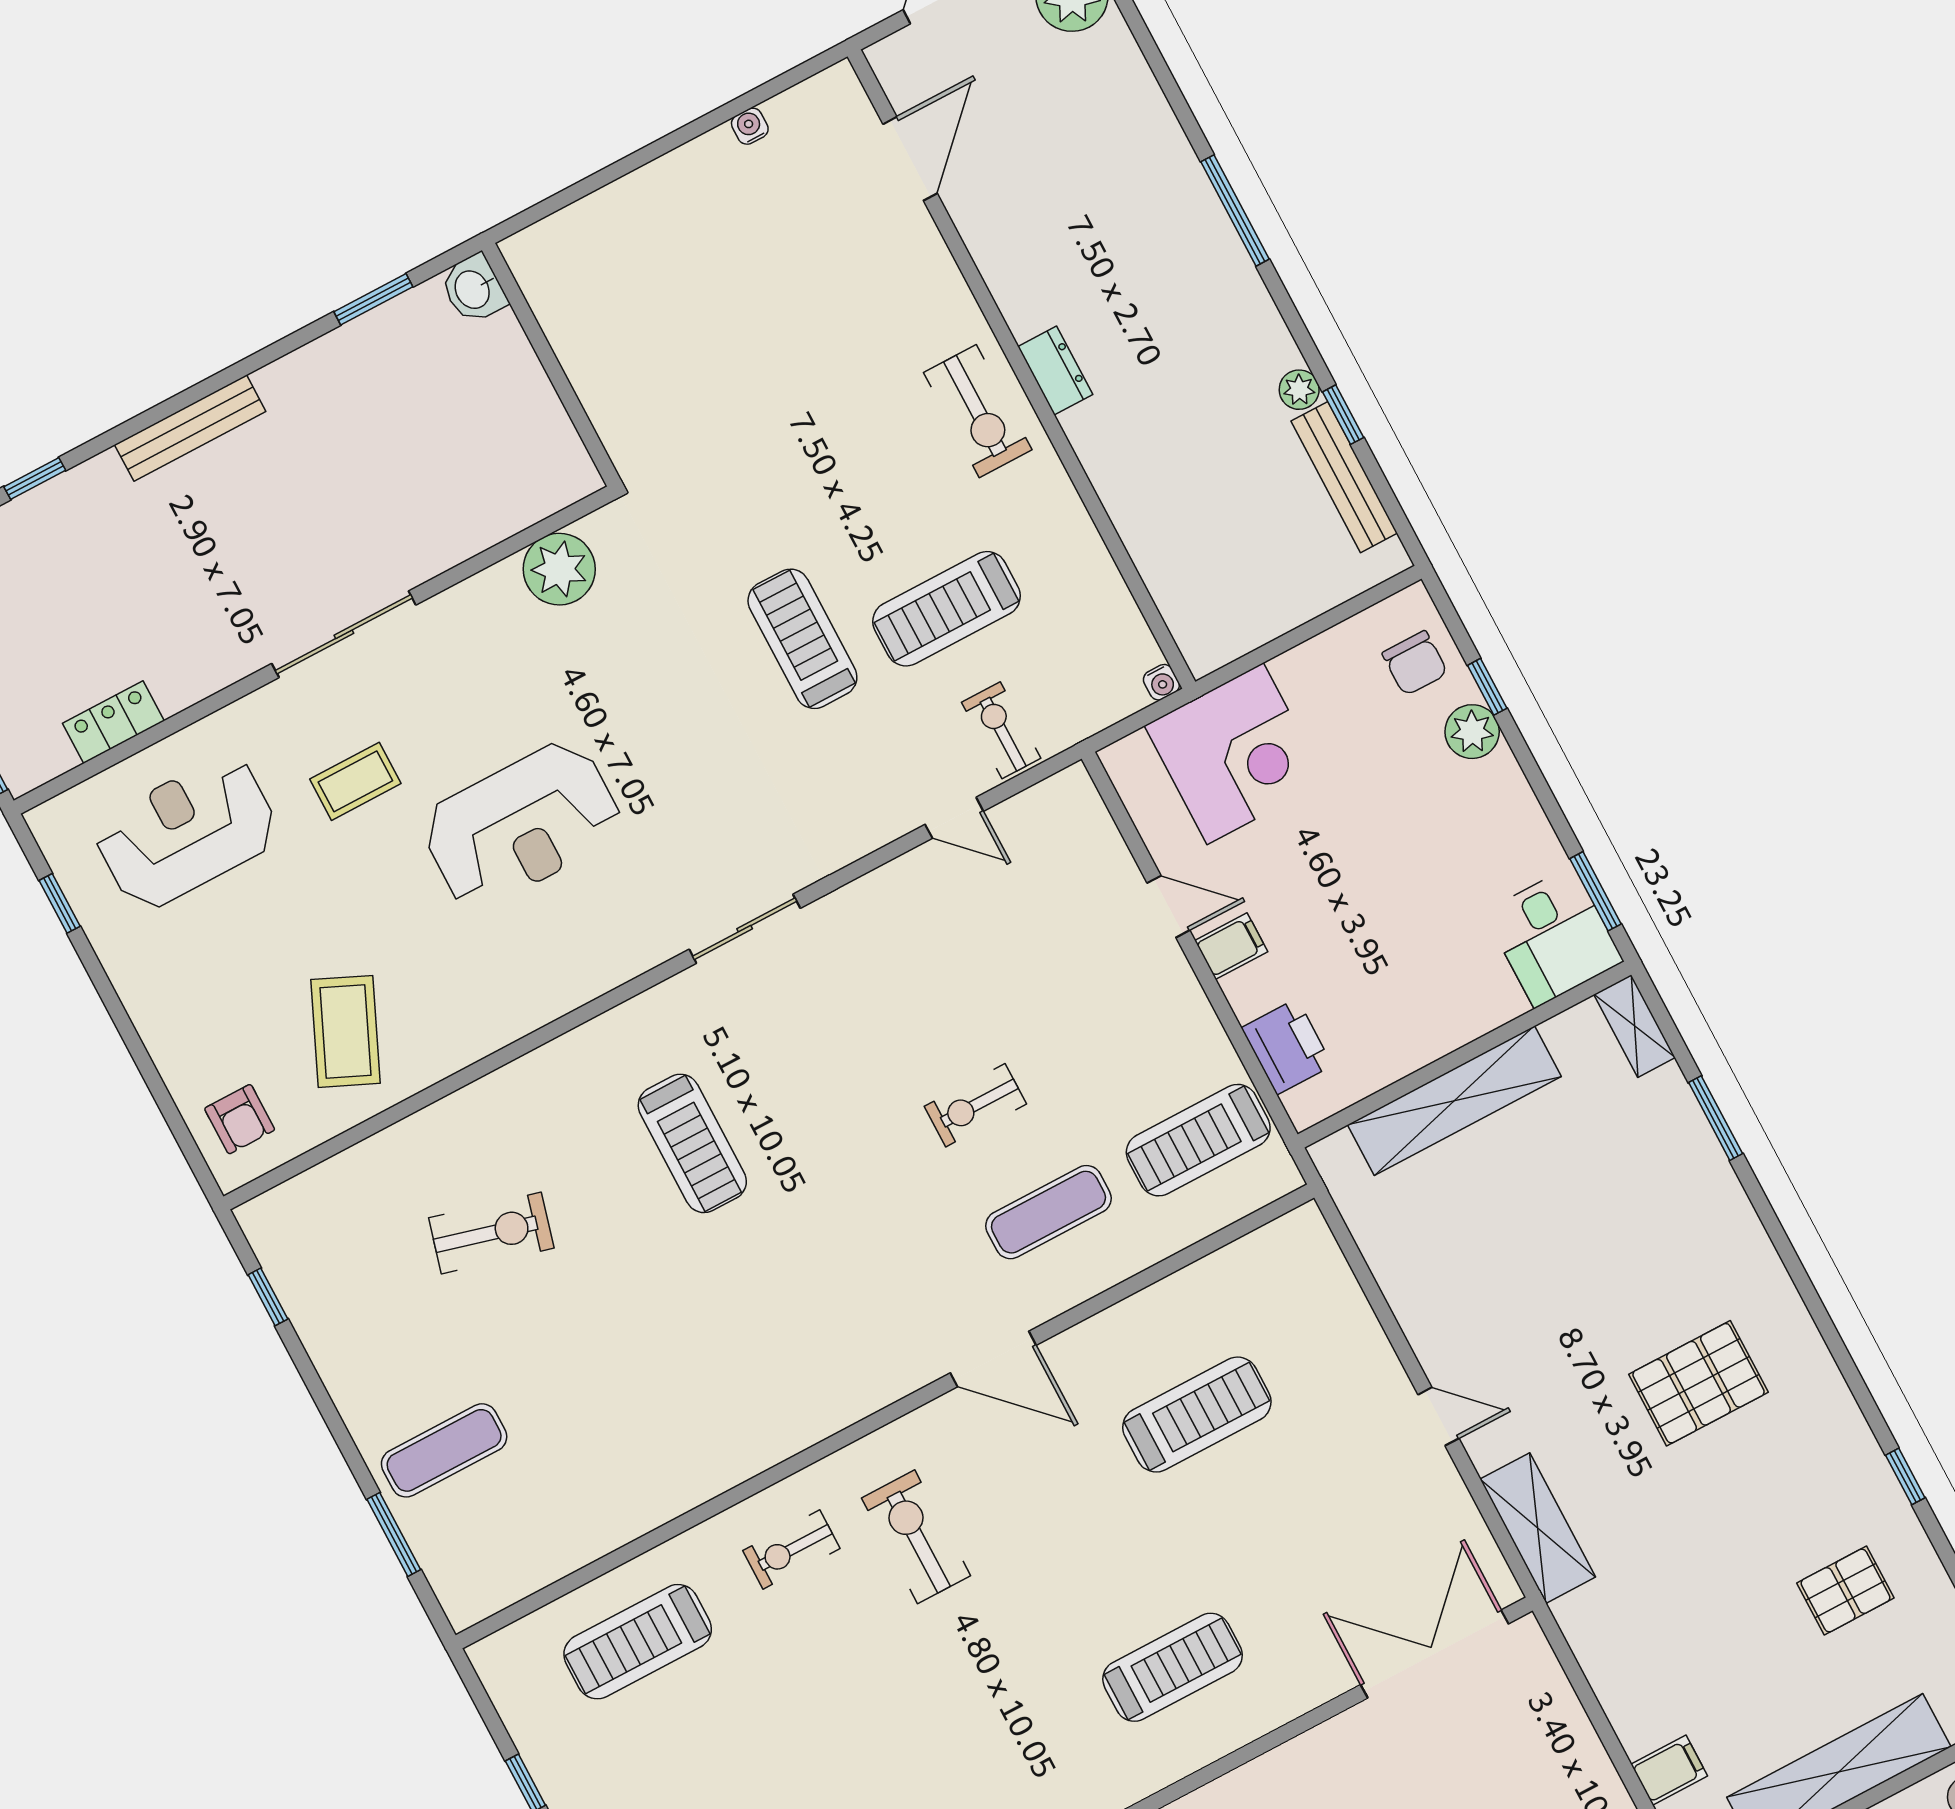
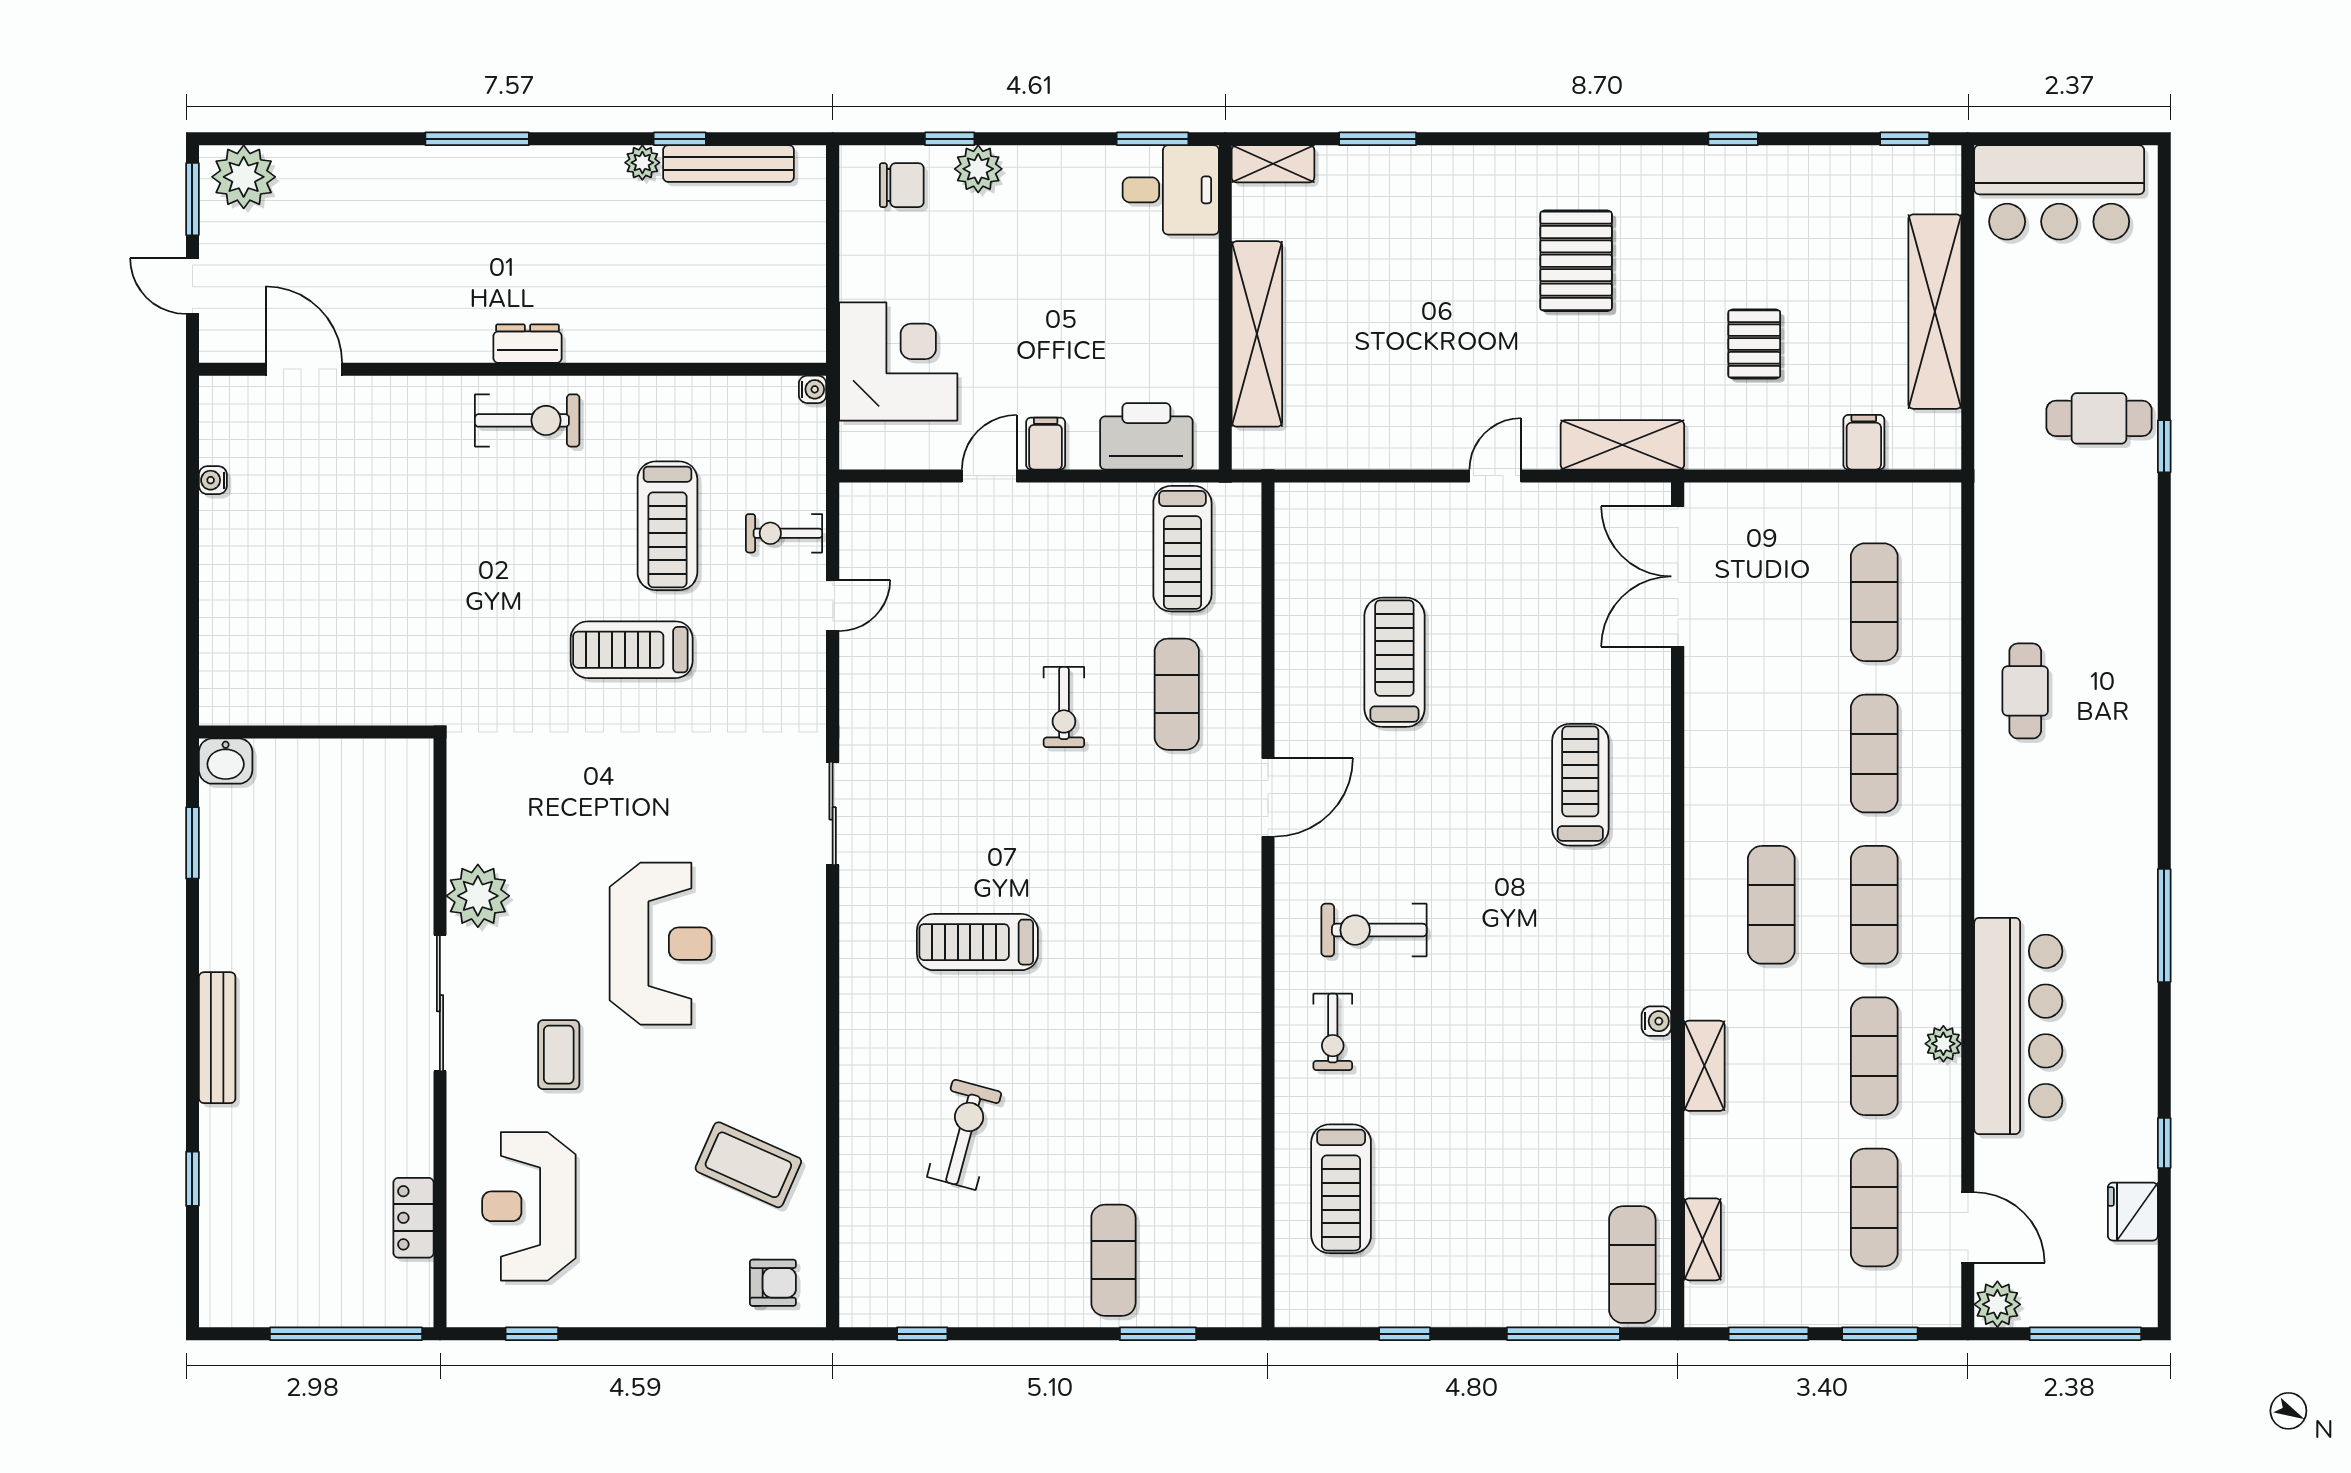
plant: (559, 569) -> (478, 896), moved
printer: (1287, 1047) -> (1146, 436), width x1.37, depth x1.19
treadmill: (692, 1143) -> (977, 942), turned 180
pallet: (1845, 1590) -> (1754, 344), moved

